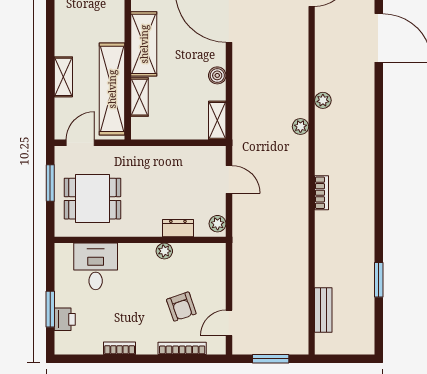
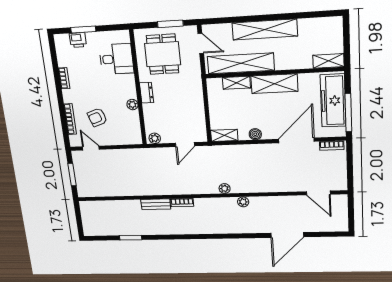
shelving: (63, 77) -> (265, 29), width x2.20, depth x1.33
dresser: (178, 228) -> (147, 93), moved
bench: (323, 310) -> (156, 204), moved

